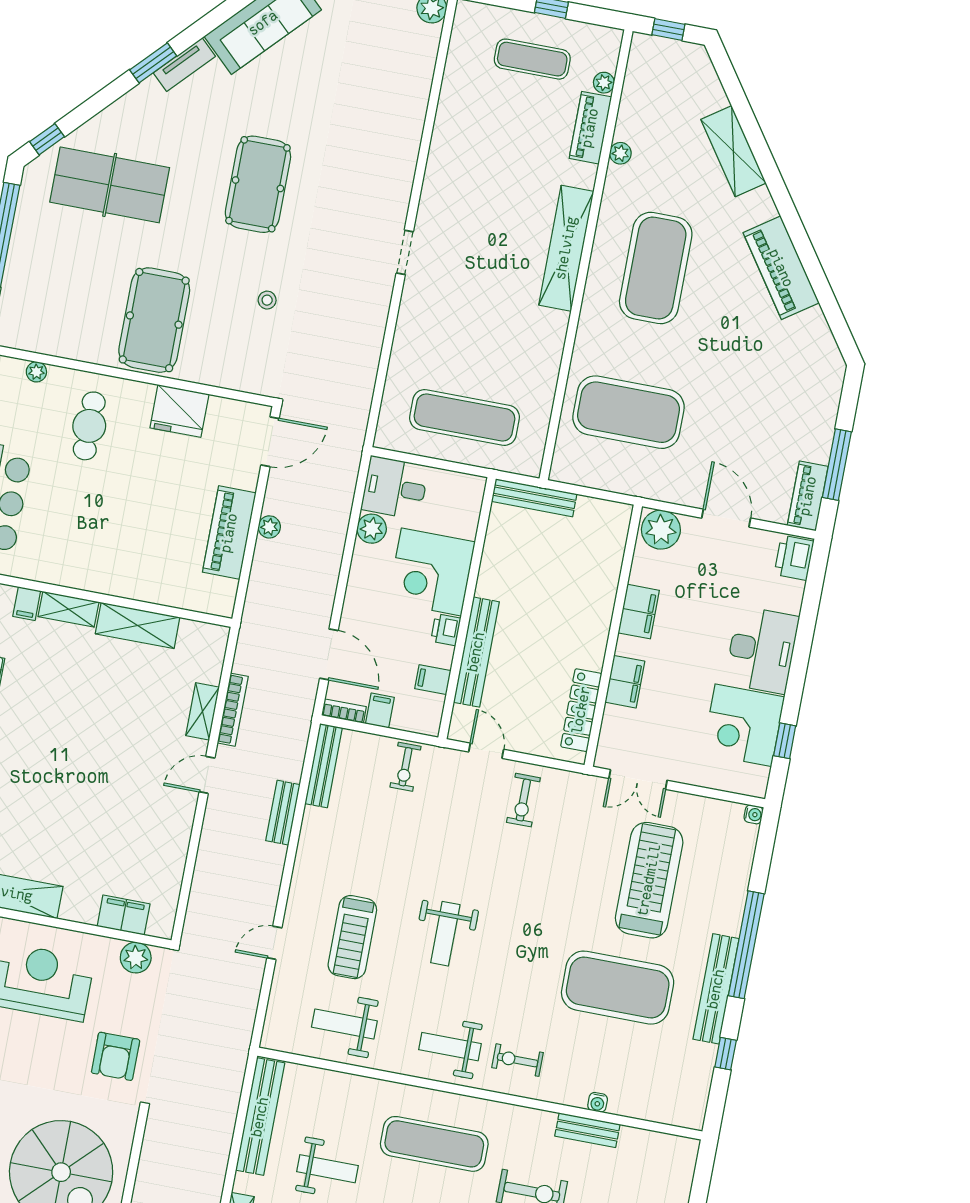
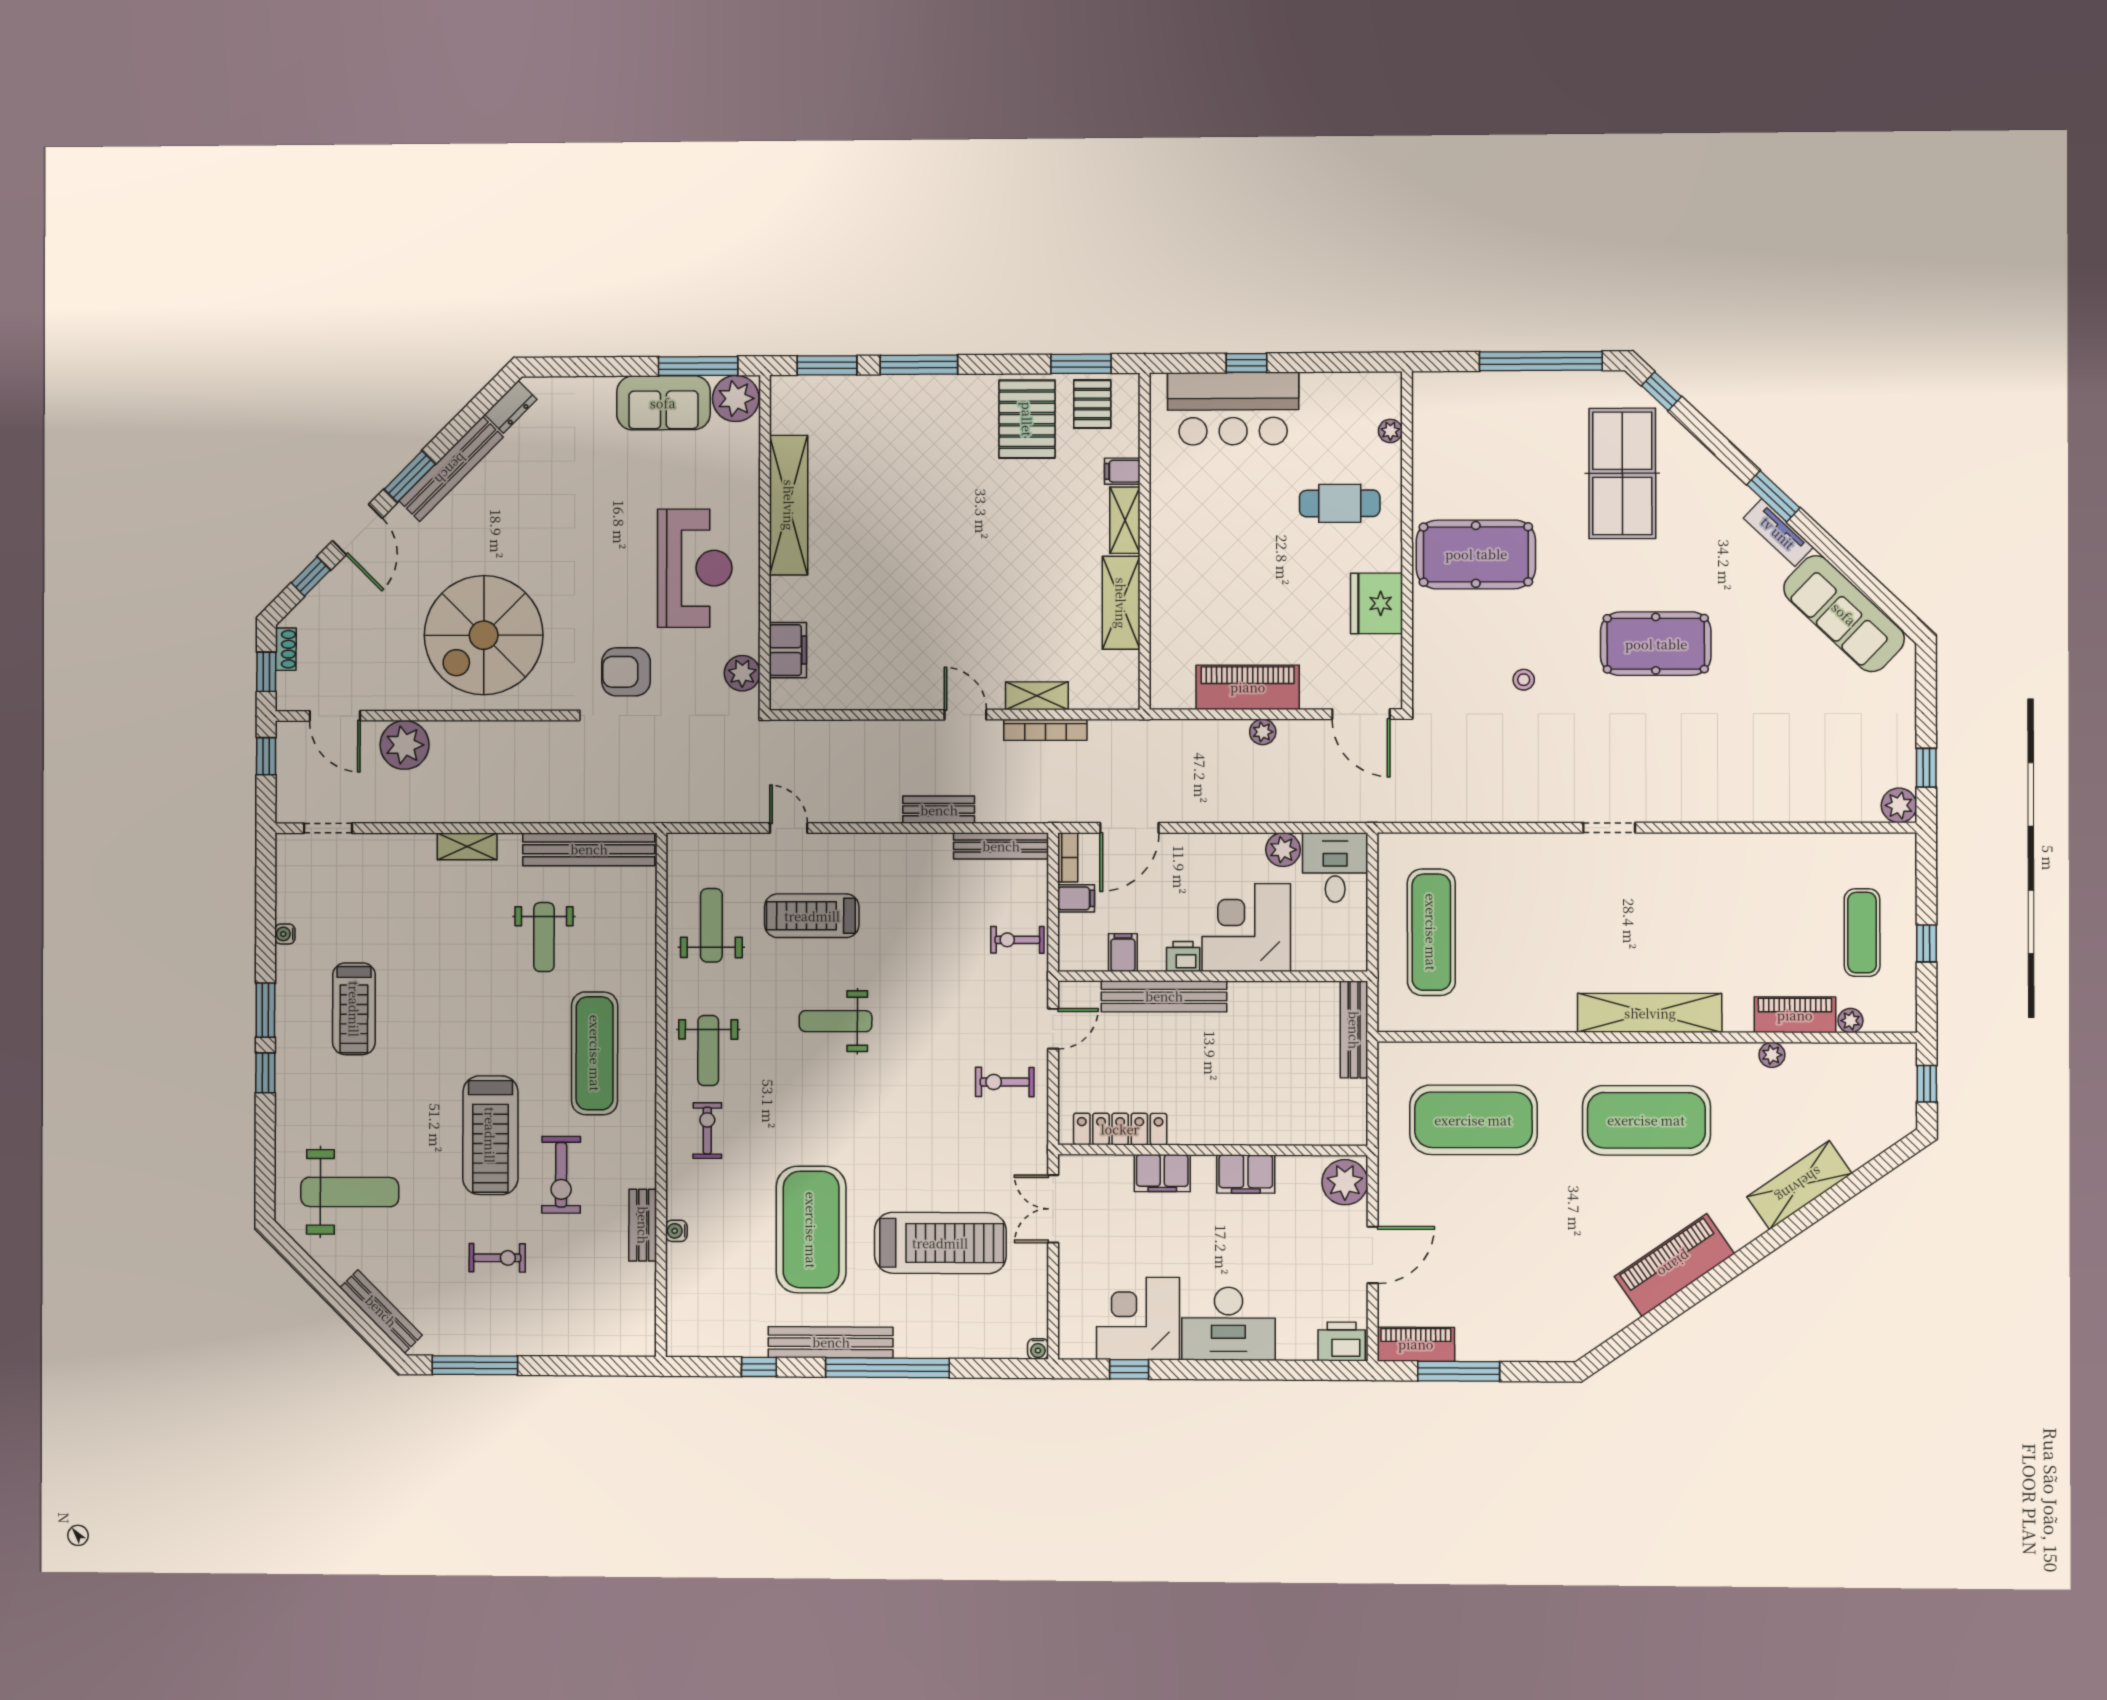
exercise mat: (628, 412) -> (1473, 1120), turned 90
weight bench: (450, 1047) -> (708, 1050), turned 180

